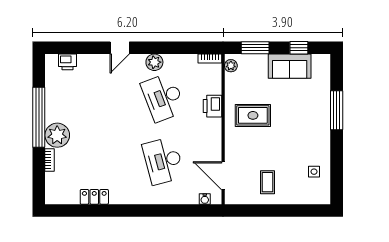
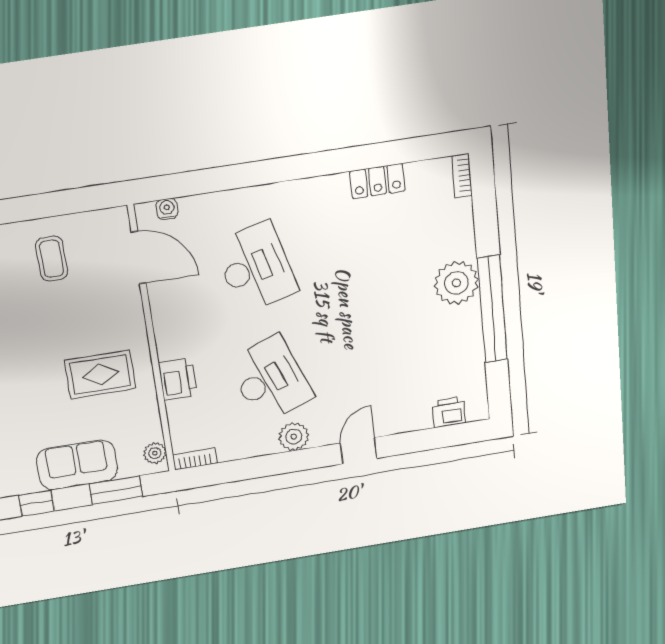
sofa: (290, 66) -> (77, 465), moved
bookcase: (50, 160) -> (462, 176), moved

